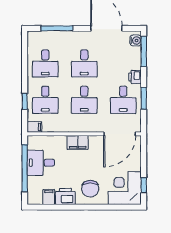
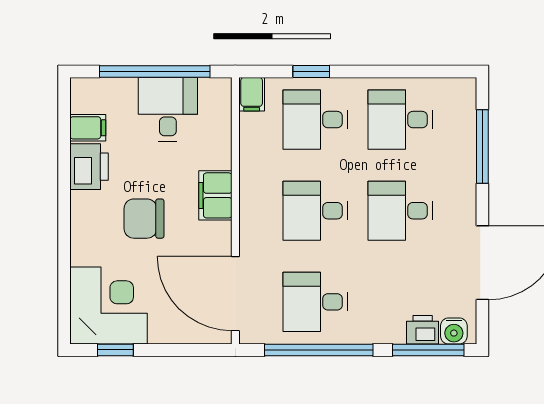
printer: (135, 77) -> (423, 330), moved
window: (144, 98) -> (319, 350), width x2.11
chair: (90, 189) -> (144, 219), moved

